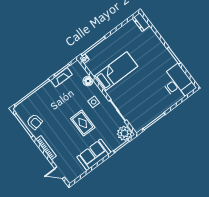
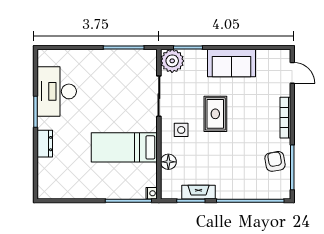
dresser: (141, 22) -> (45, 144), moved
desk: (178, 83) -> (57, 91), moved

